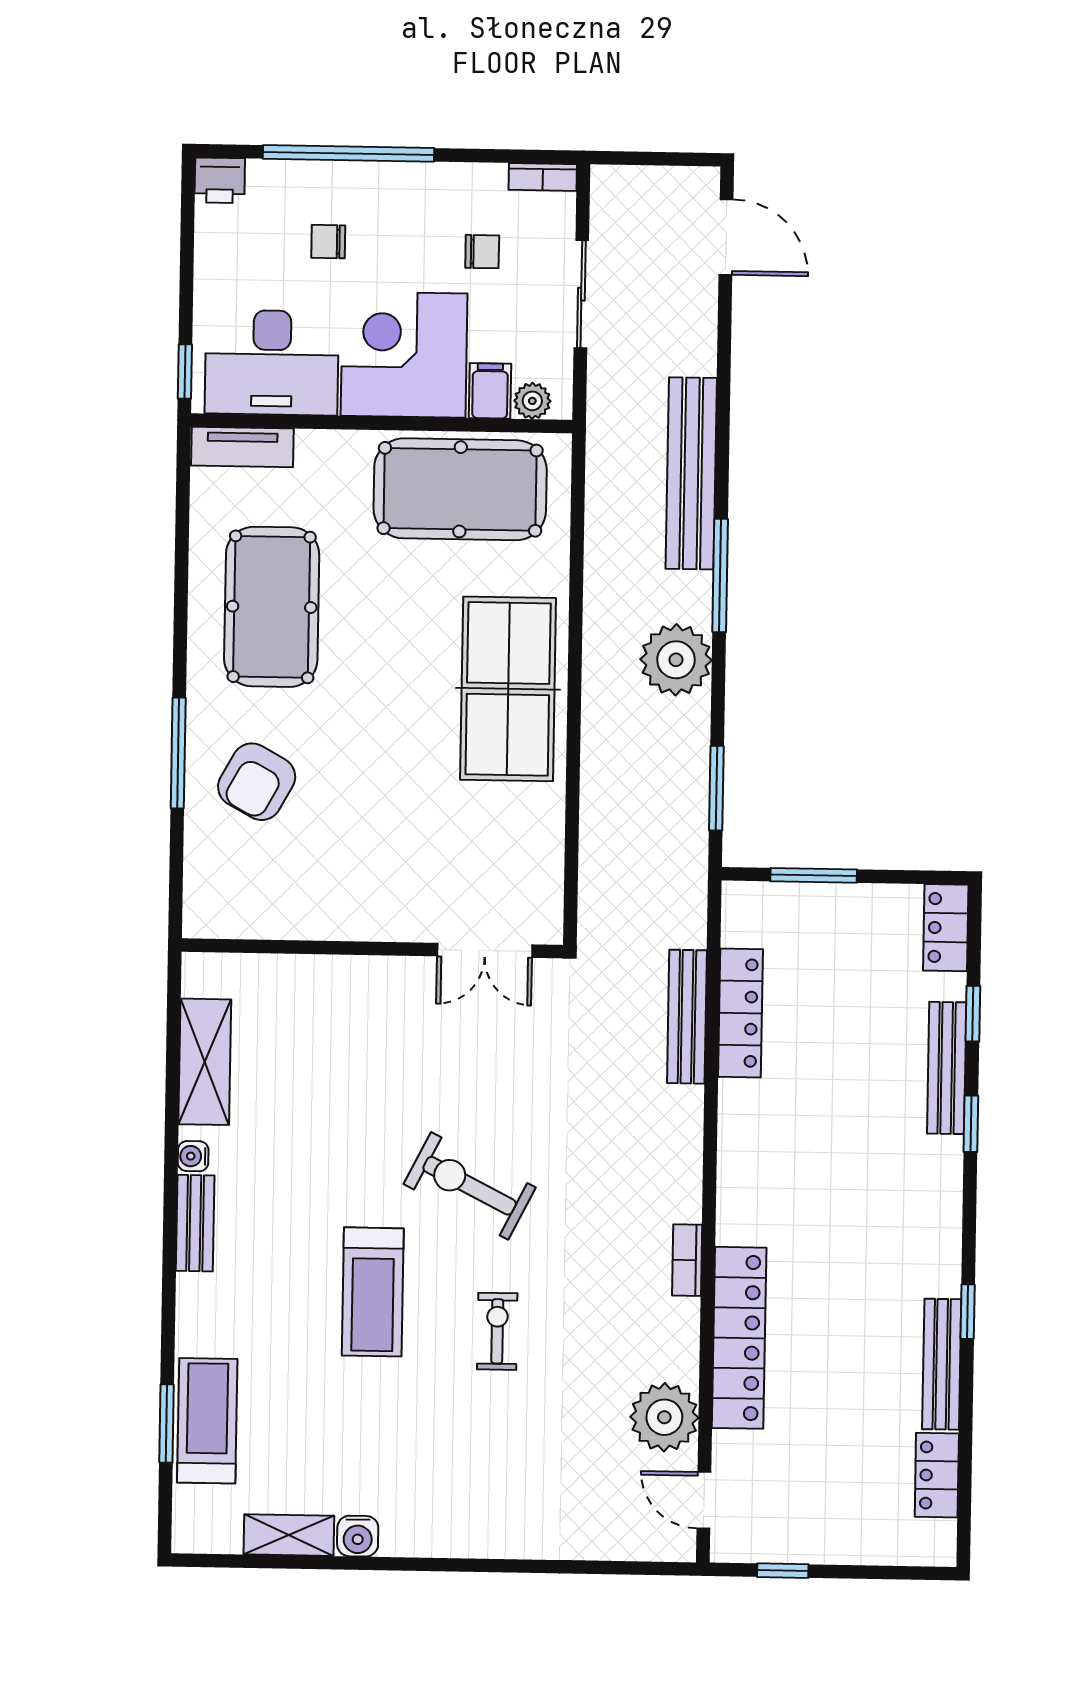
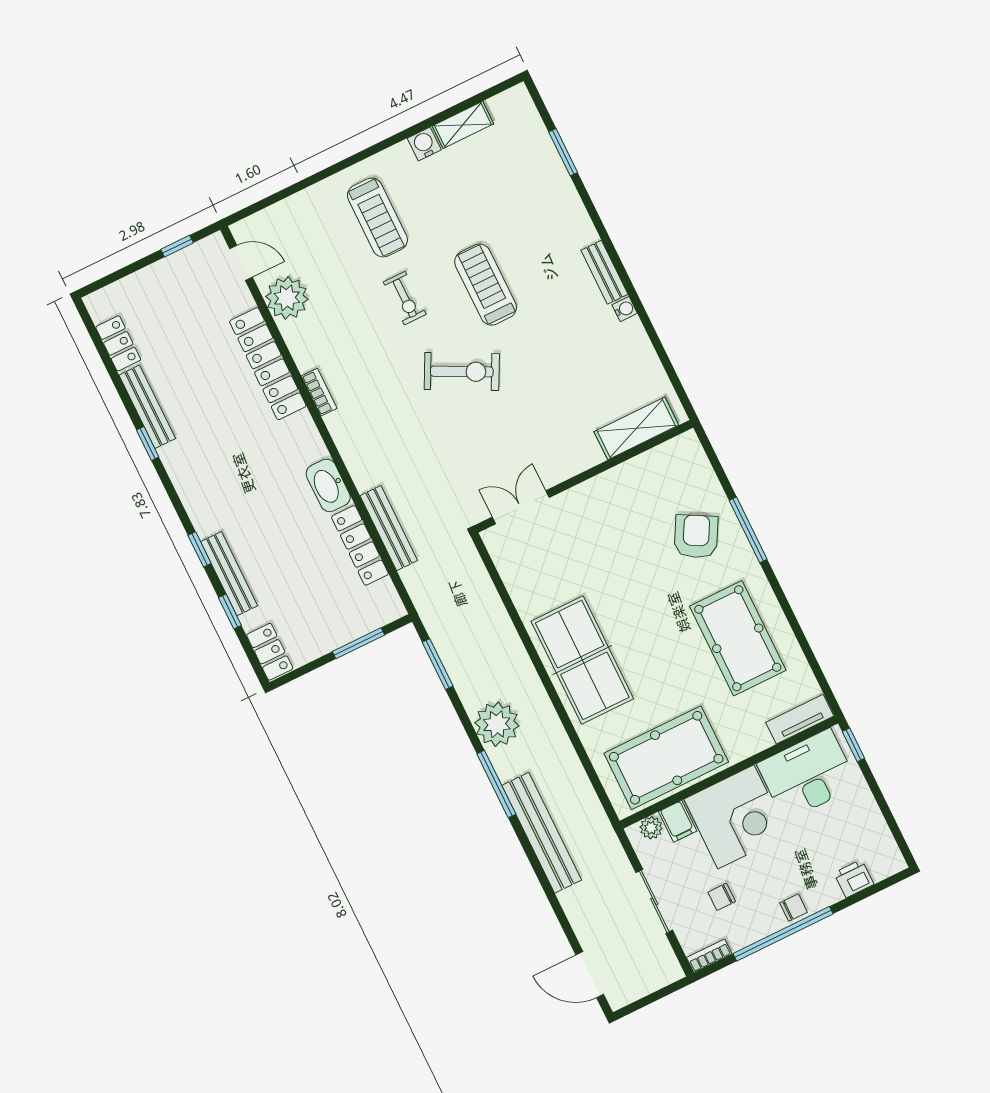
window: (348, 153) -> (783, 934), moved
printer: (220, 180) -> (854, 879), moved
chair: (328, 242) -> (793, 908), moved
shelving: (205, 1062) -> (636, 428), moved, turned 90
washbasin: (742, 1121) -> (328, 485), added
treadmill: (207, 1421) -> (377, 218), moved

